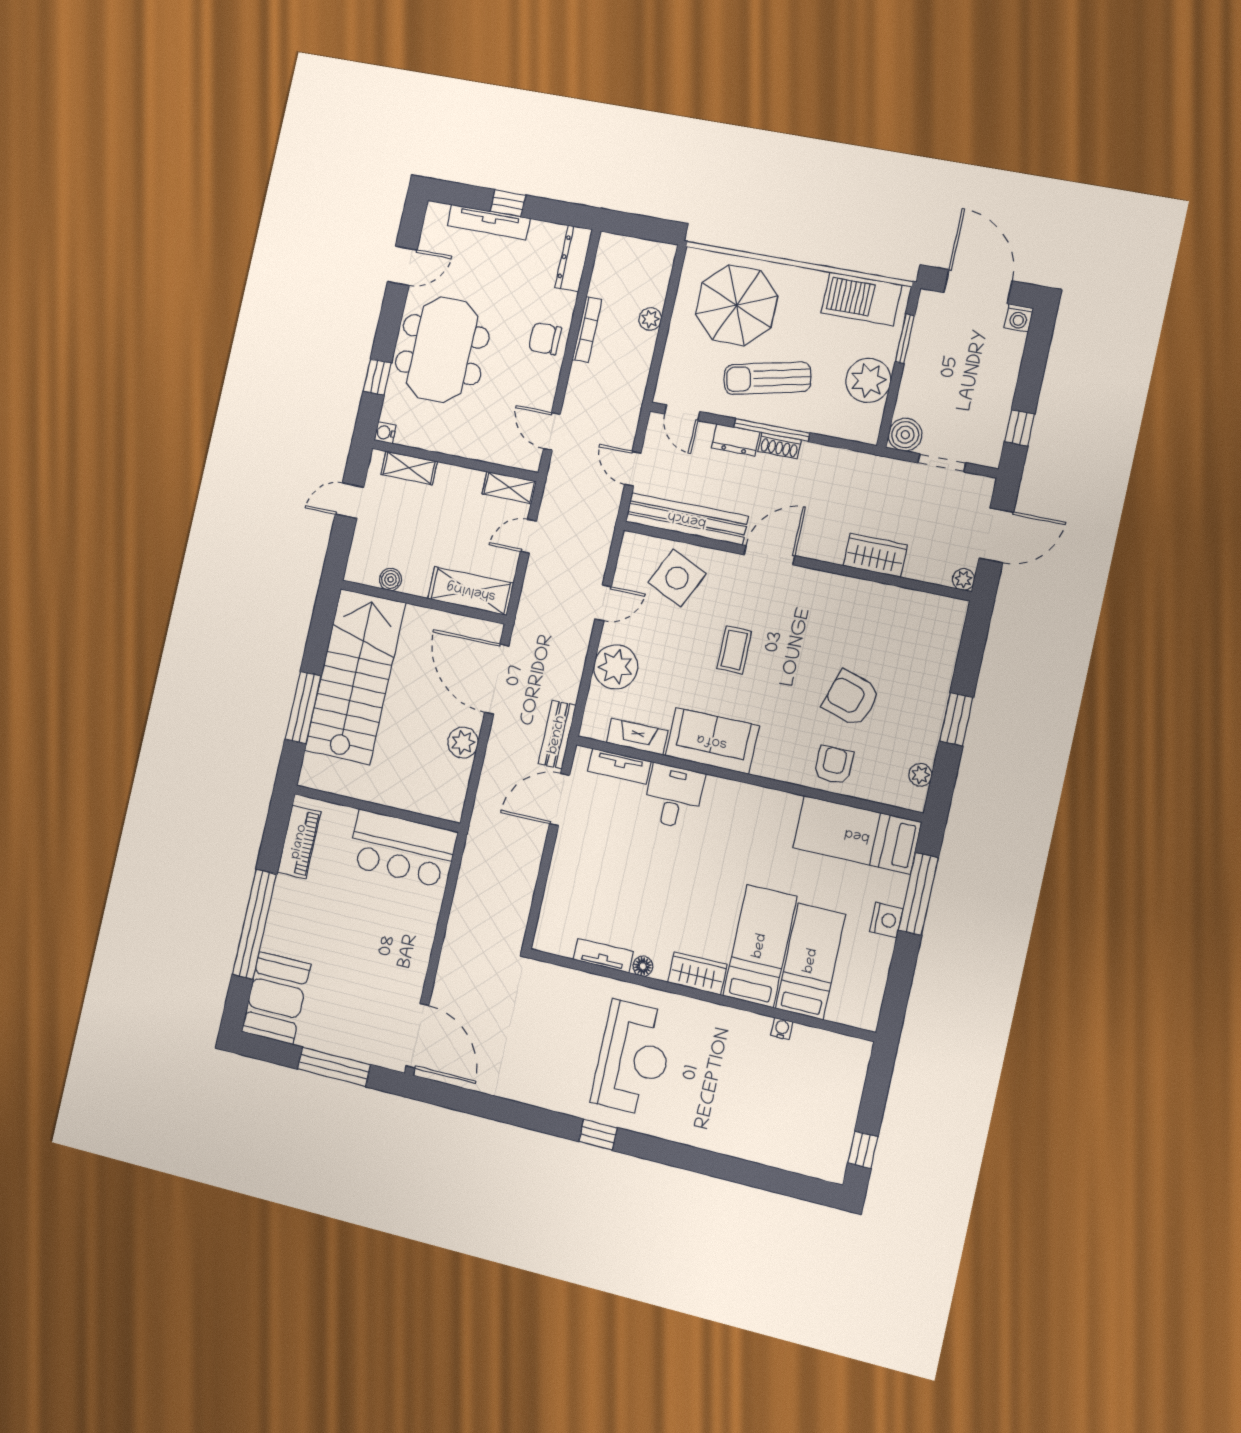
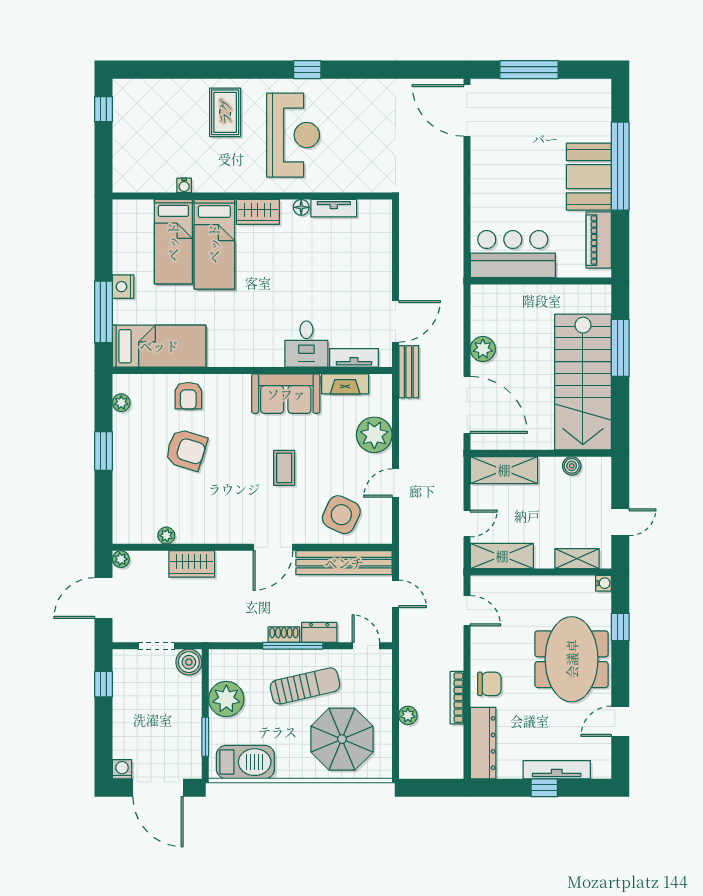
dresser: (574, 258) -> (483, 743), width x1.37, depth x1.24
shelving: (509, 488) -> (502, 556), width x1.50, depth x1.33
plant: (899, 597) -> (166, 536), added
booth: (276, 998) -> (589, 177), moved
reception desk: (633, 1058) -> (293, 135), turned 180
rug: (711, 1107) -> (225, 112), added

